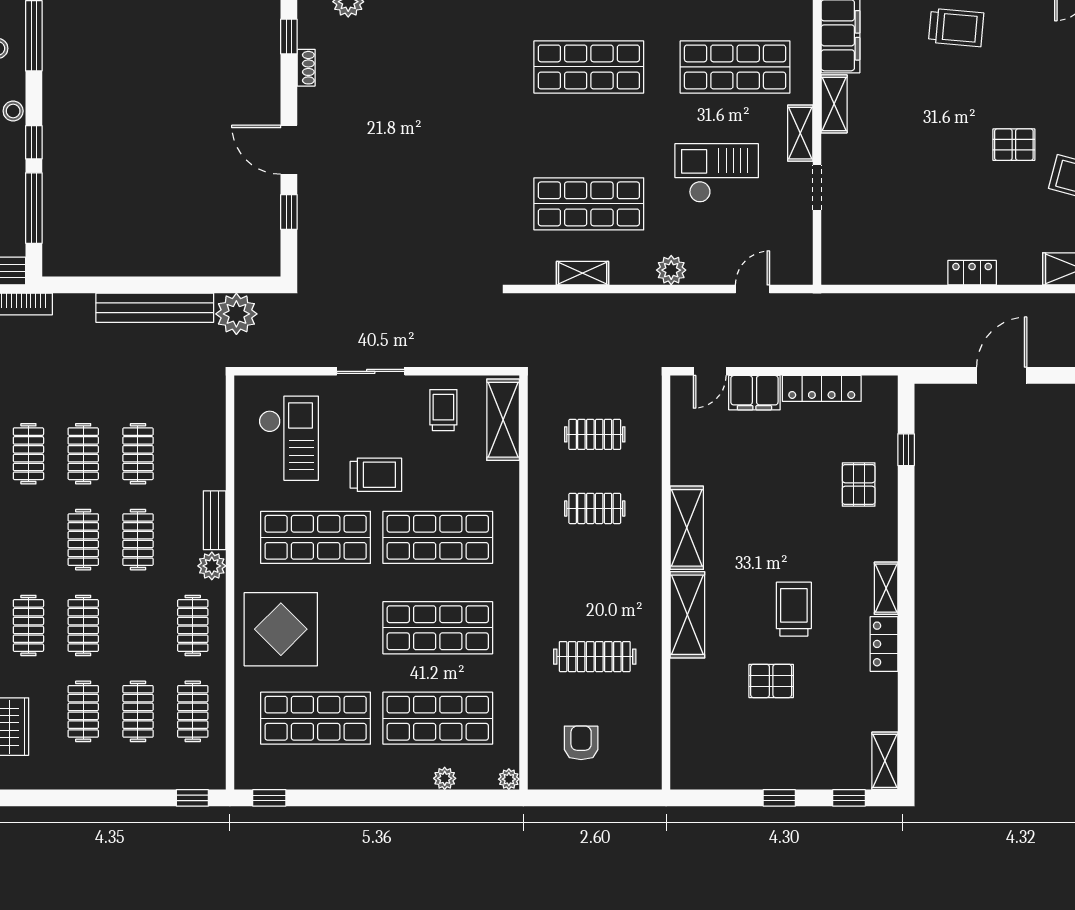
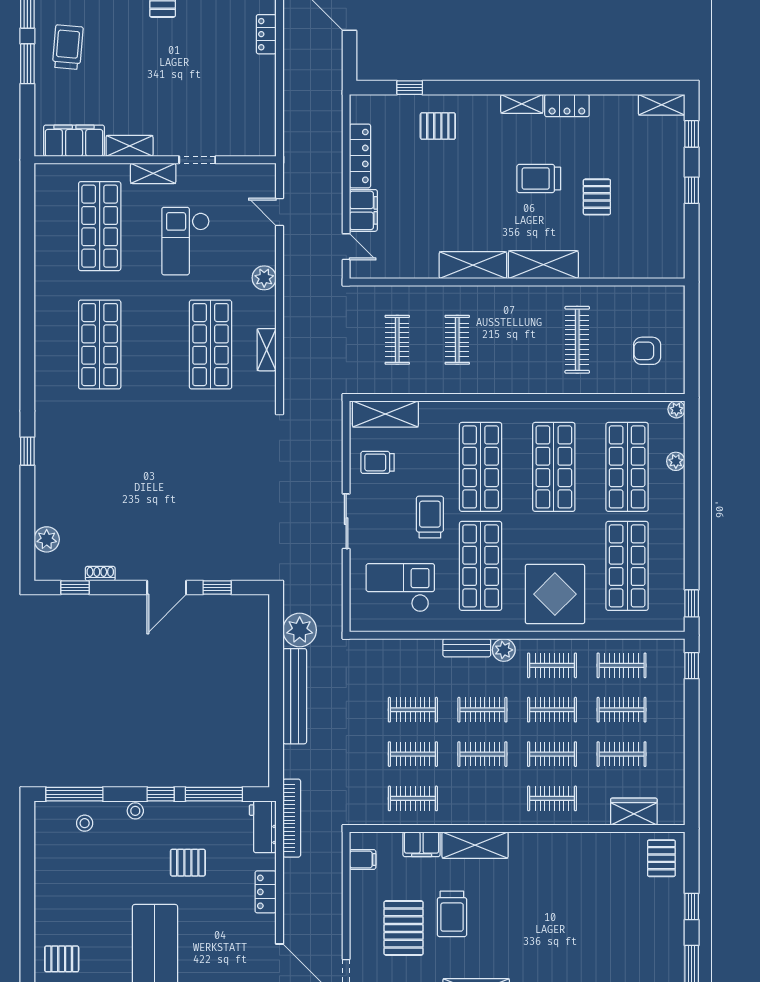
clothes rail: (138, 625) -> (552, 710), added

